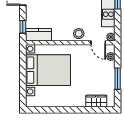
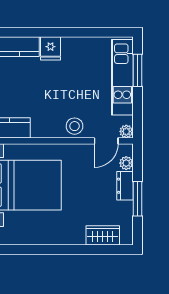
door: (98, 43) -> (106, 141), hinge flipped
dresser: (110, 71) -> (125, 186), added

